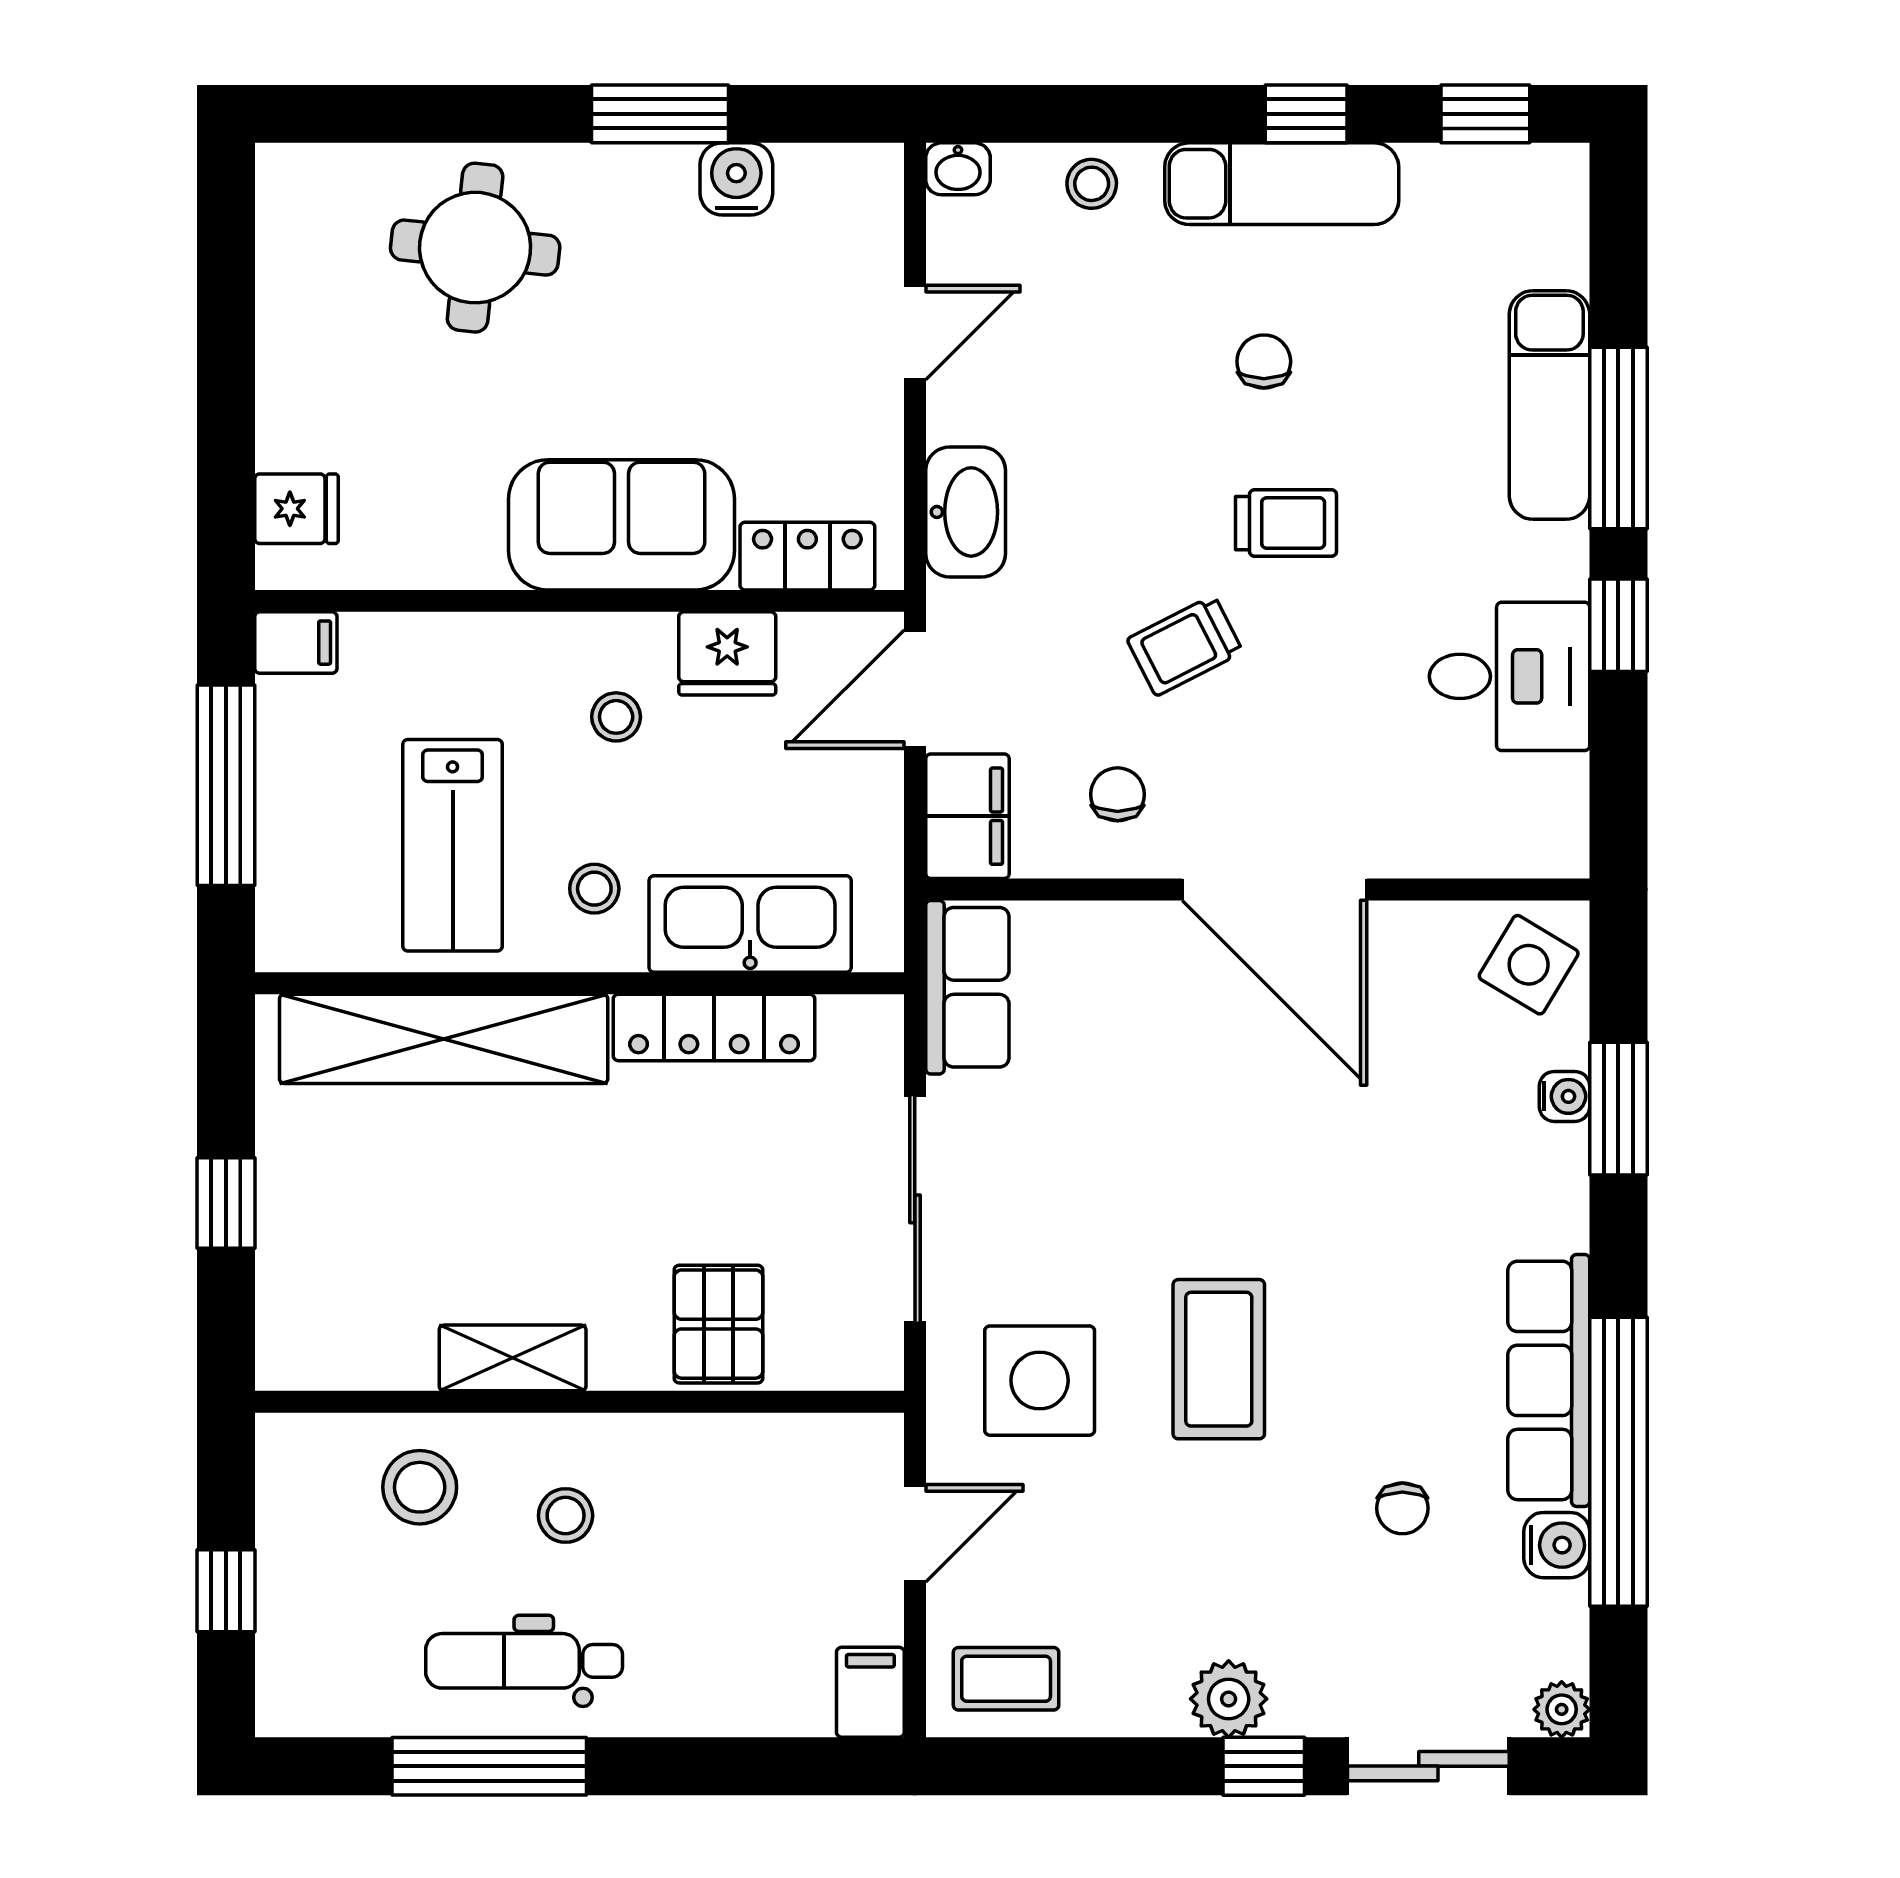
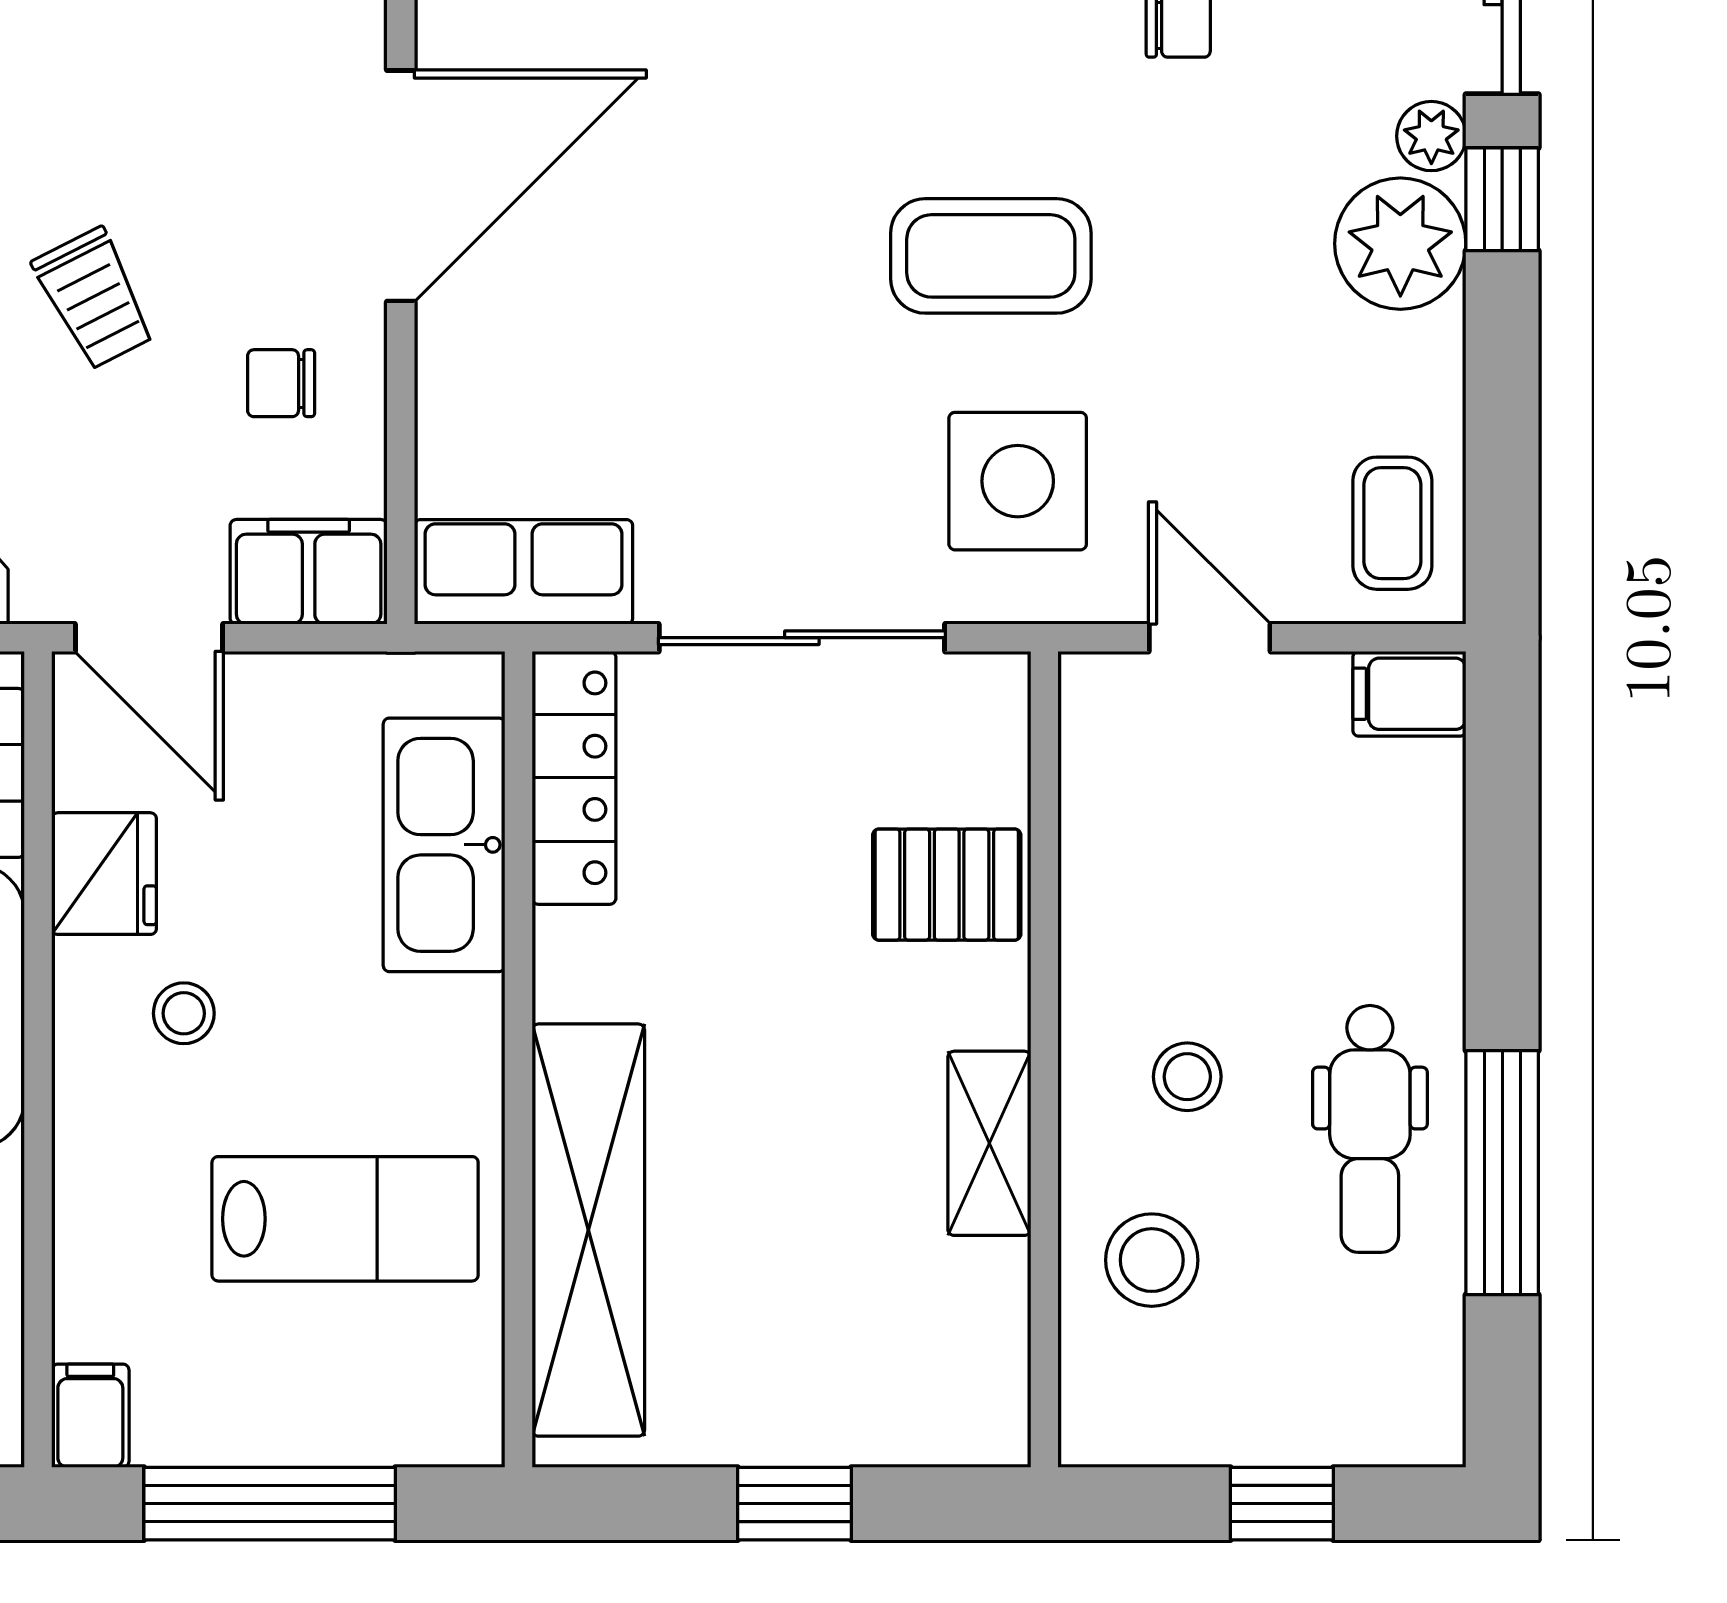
stool: (594, 889) -> (400, 1041), removed
locker: (714, 1027) -> (574, 778), moved
plant: (1229, 1699) -> (1400, 244), width x1.36, depth x1.36
plant: (1314, 1710) -> (1431, 136), added

